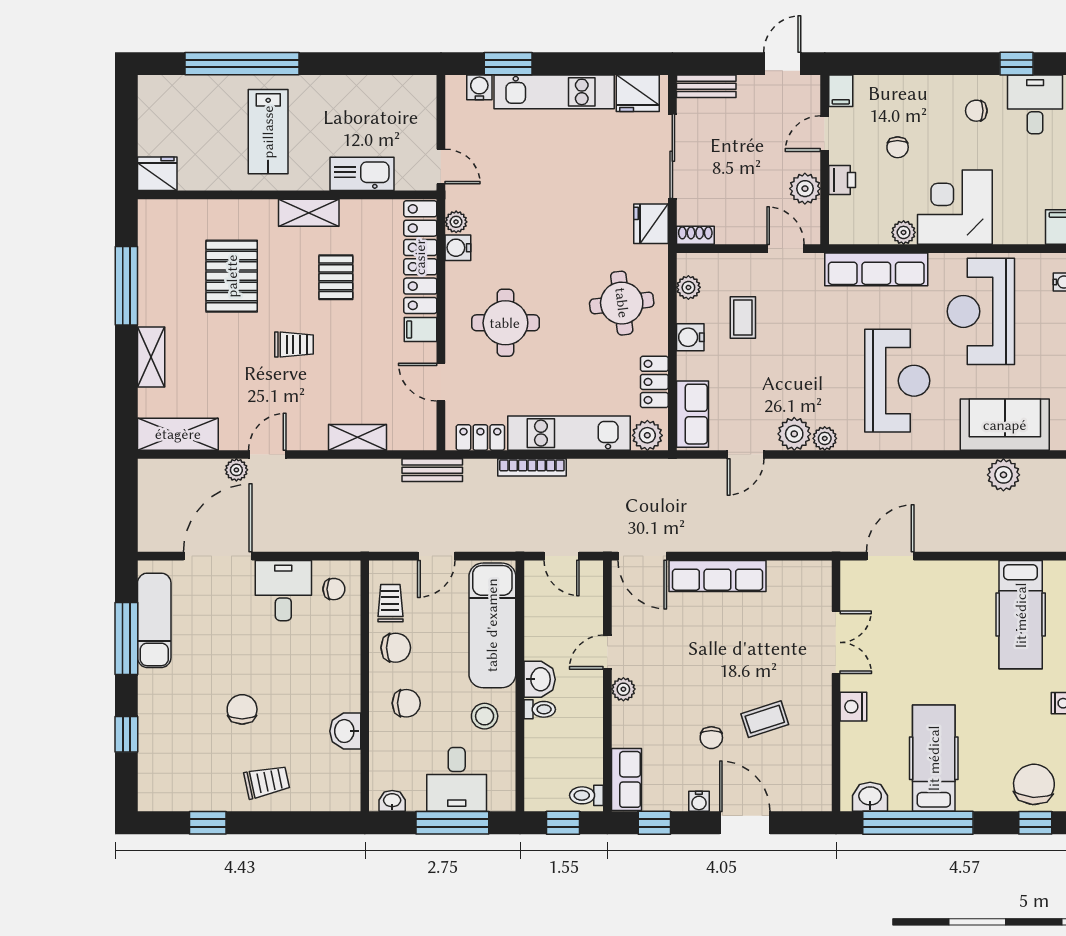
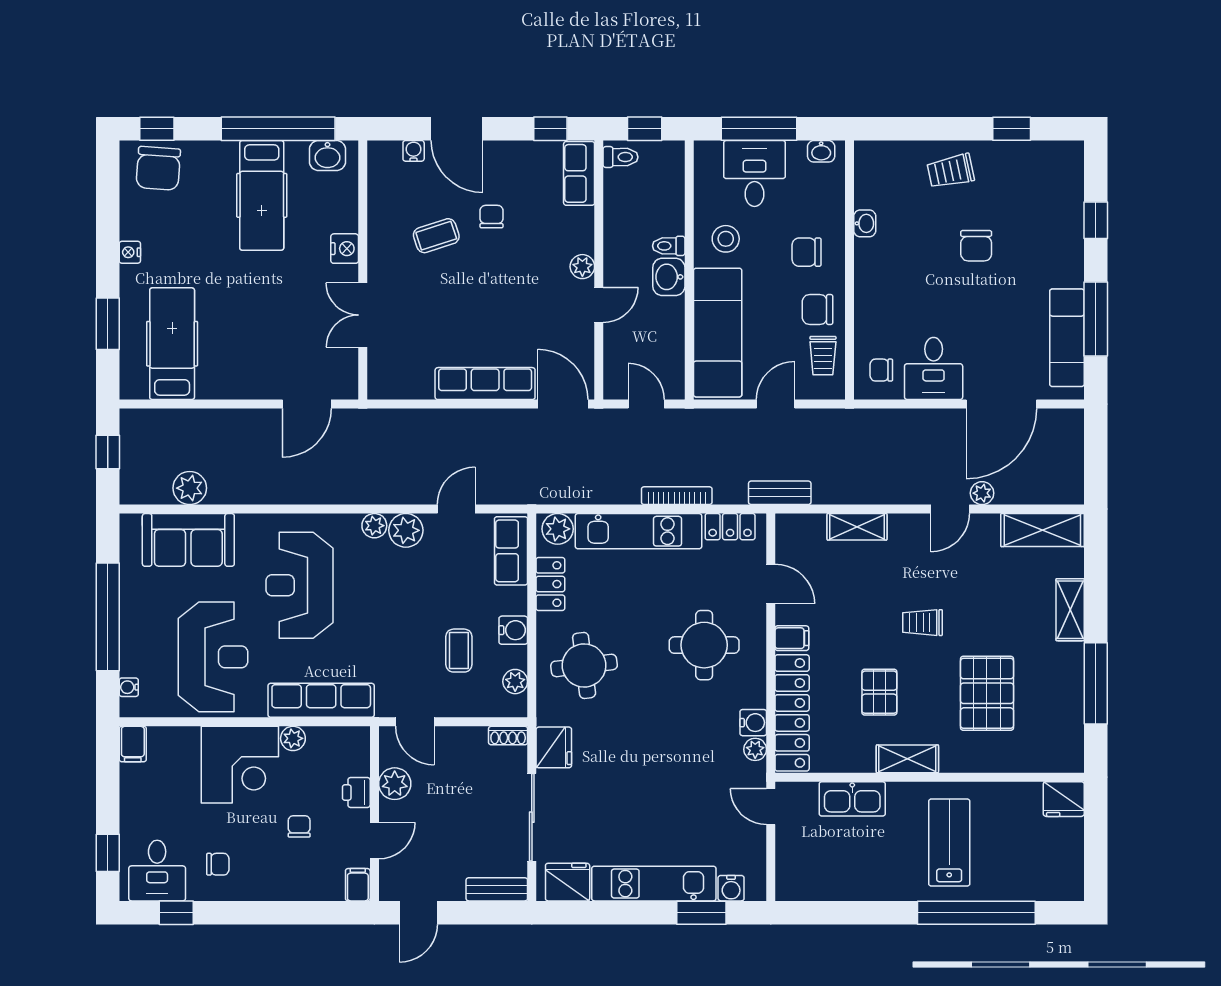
washbasin: (345, 731) -> (865, 223), width x0.72, depth x0.69
water cooler: (699, 801) -> (414, 151), moved

